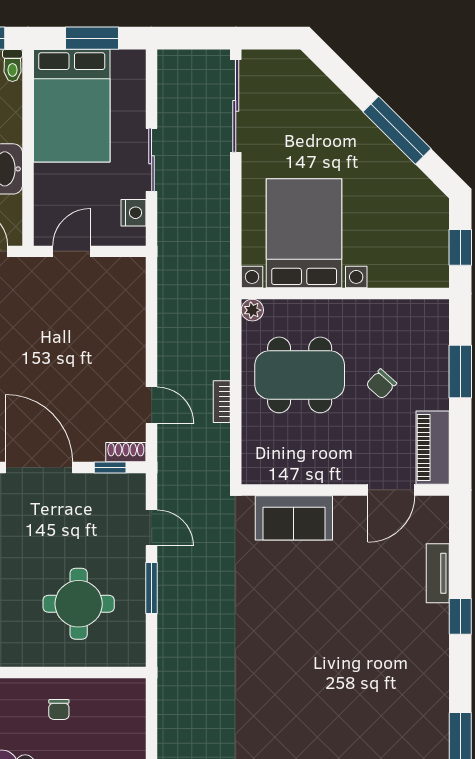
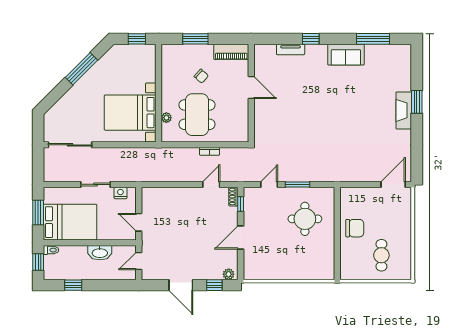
plant: (252, 310) -> (166, 118), moved
door: (39, 468) -> (241, 237), width x0.73
door: (391, 490) -> (251, 88), moved
sofa: (294, 518) -> (346, 55), moved, turned 90
chair: (59, 709) -> (355, 228), width x1.87, depth x1.87

